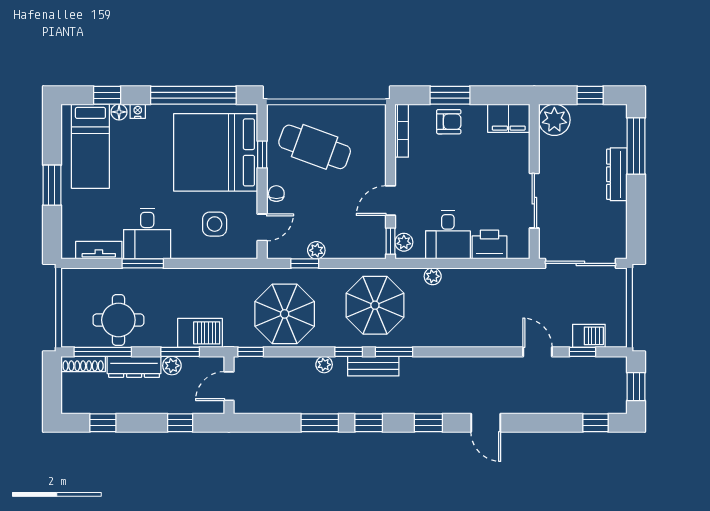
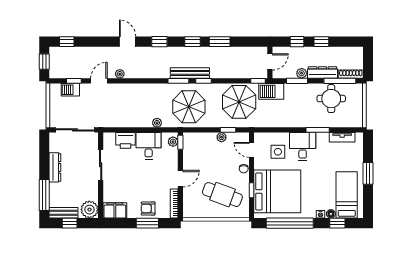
bench: (601, 114) -> (63, 213), added
dresser: (617, 174) -> (55, 167), moved
door: (390, 201) -> (180, 179), moved
door: (262, 227) -> (252, 150), hinge flipped
desk: (147, 234) -> (303, 146), moved
barbecue: (200, 333) -> (271, 91), moved
door: (537, 352) -> (99, 81), swing flipped
plant: (324, 365) -> (120, 74), moved
bench: (373, 366) -> (190, 73), width x1.36
window: (103, 423) -> (321, 42), moved

